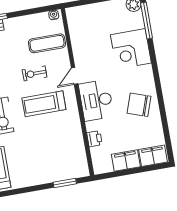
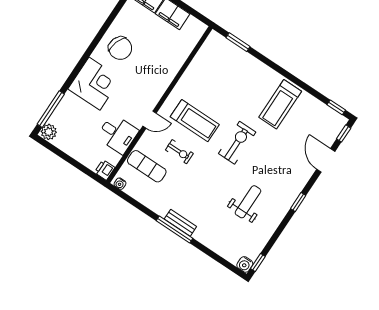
corner desk: (131, 49) -> (94, 84), moved
desk: (96, 100) -> (118, 134), moved, width x0.73
printer: (94, 139) -> (105, 170), moved

